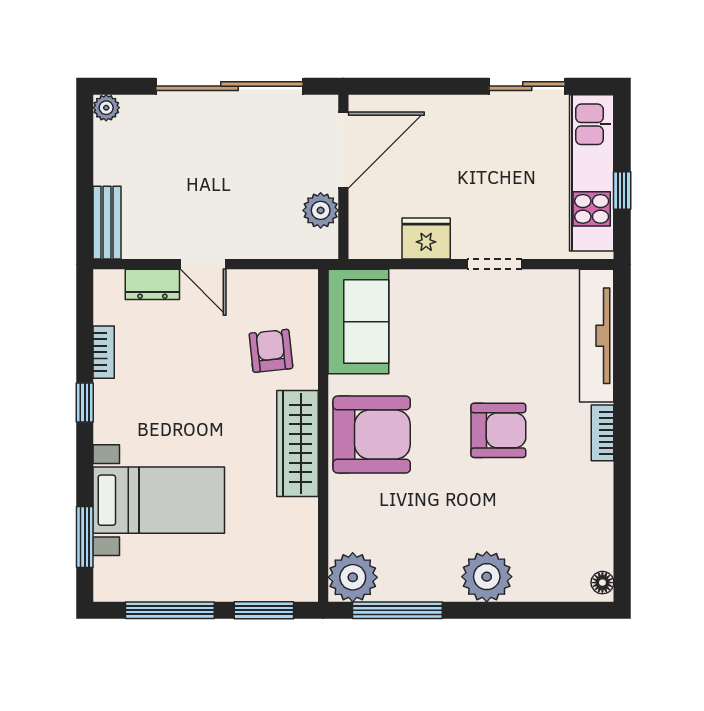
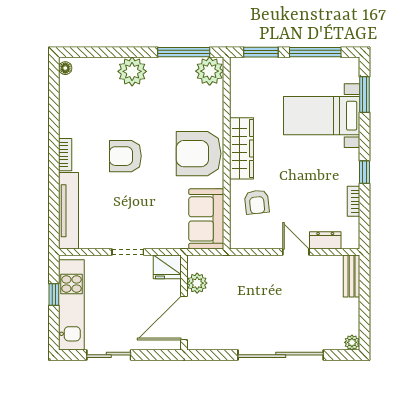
door: (343, 150) -> (184, 318), moved
wall: (343, 177) -> (184, 303), moved
plant: (321, 210) -> (197, 283), moved

